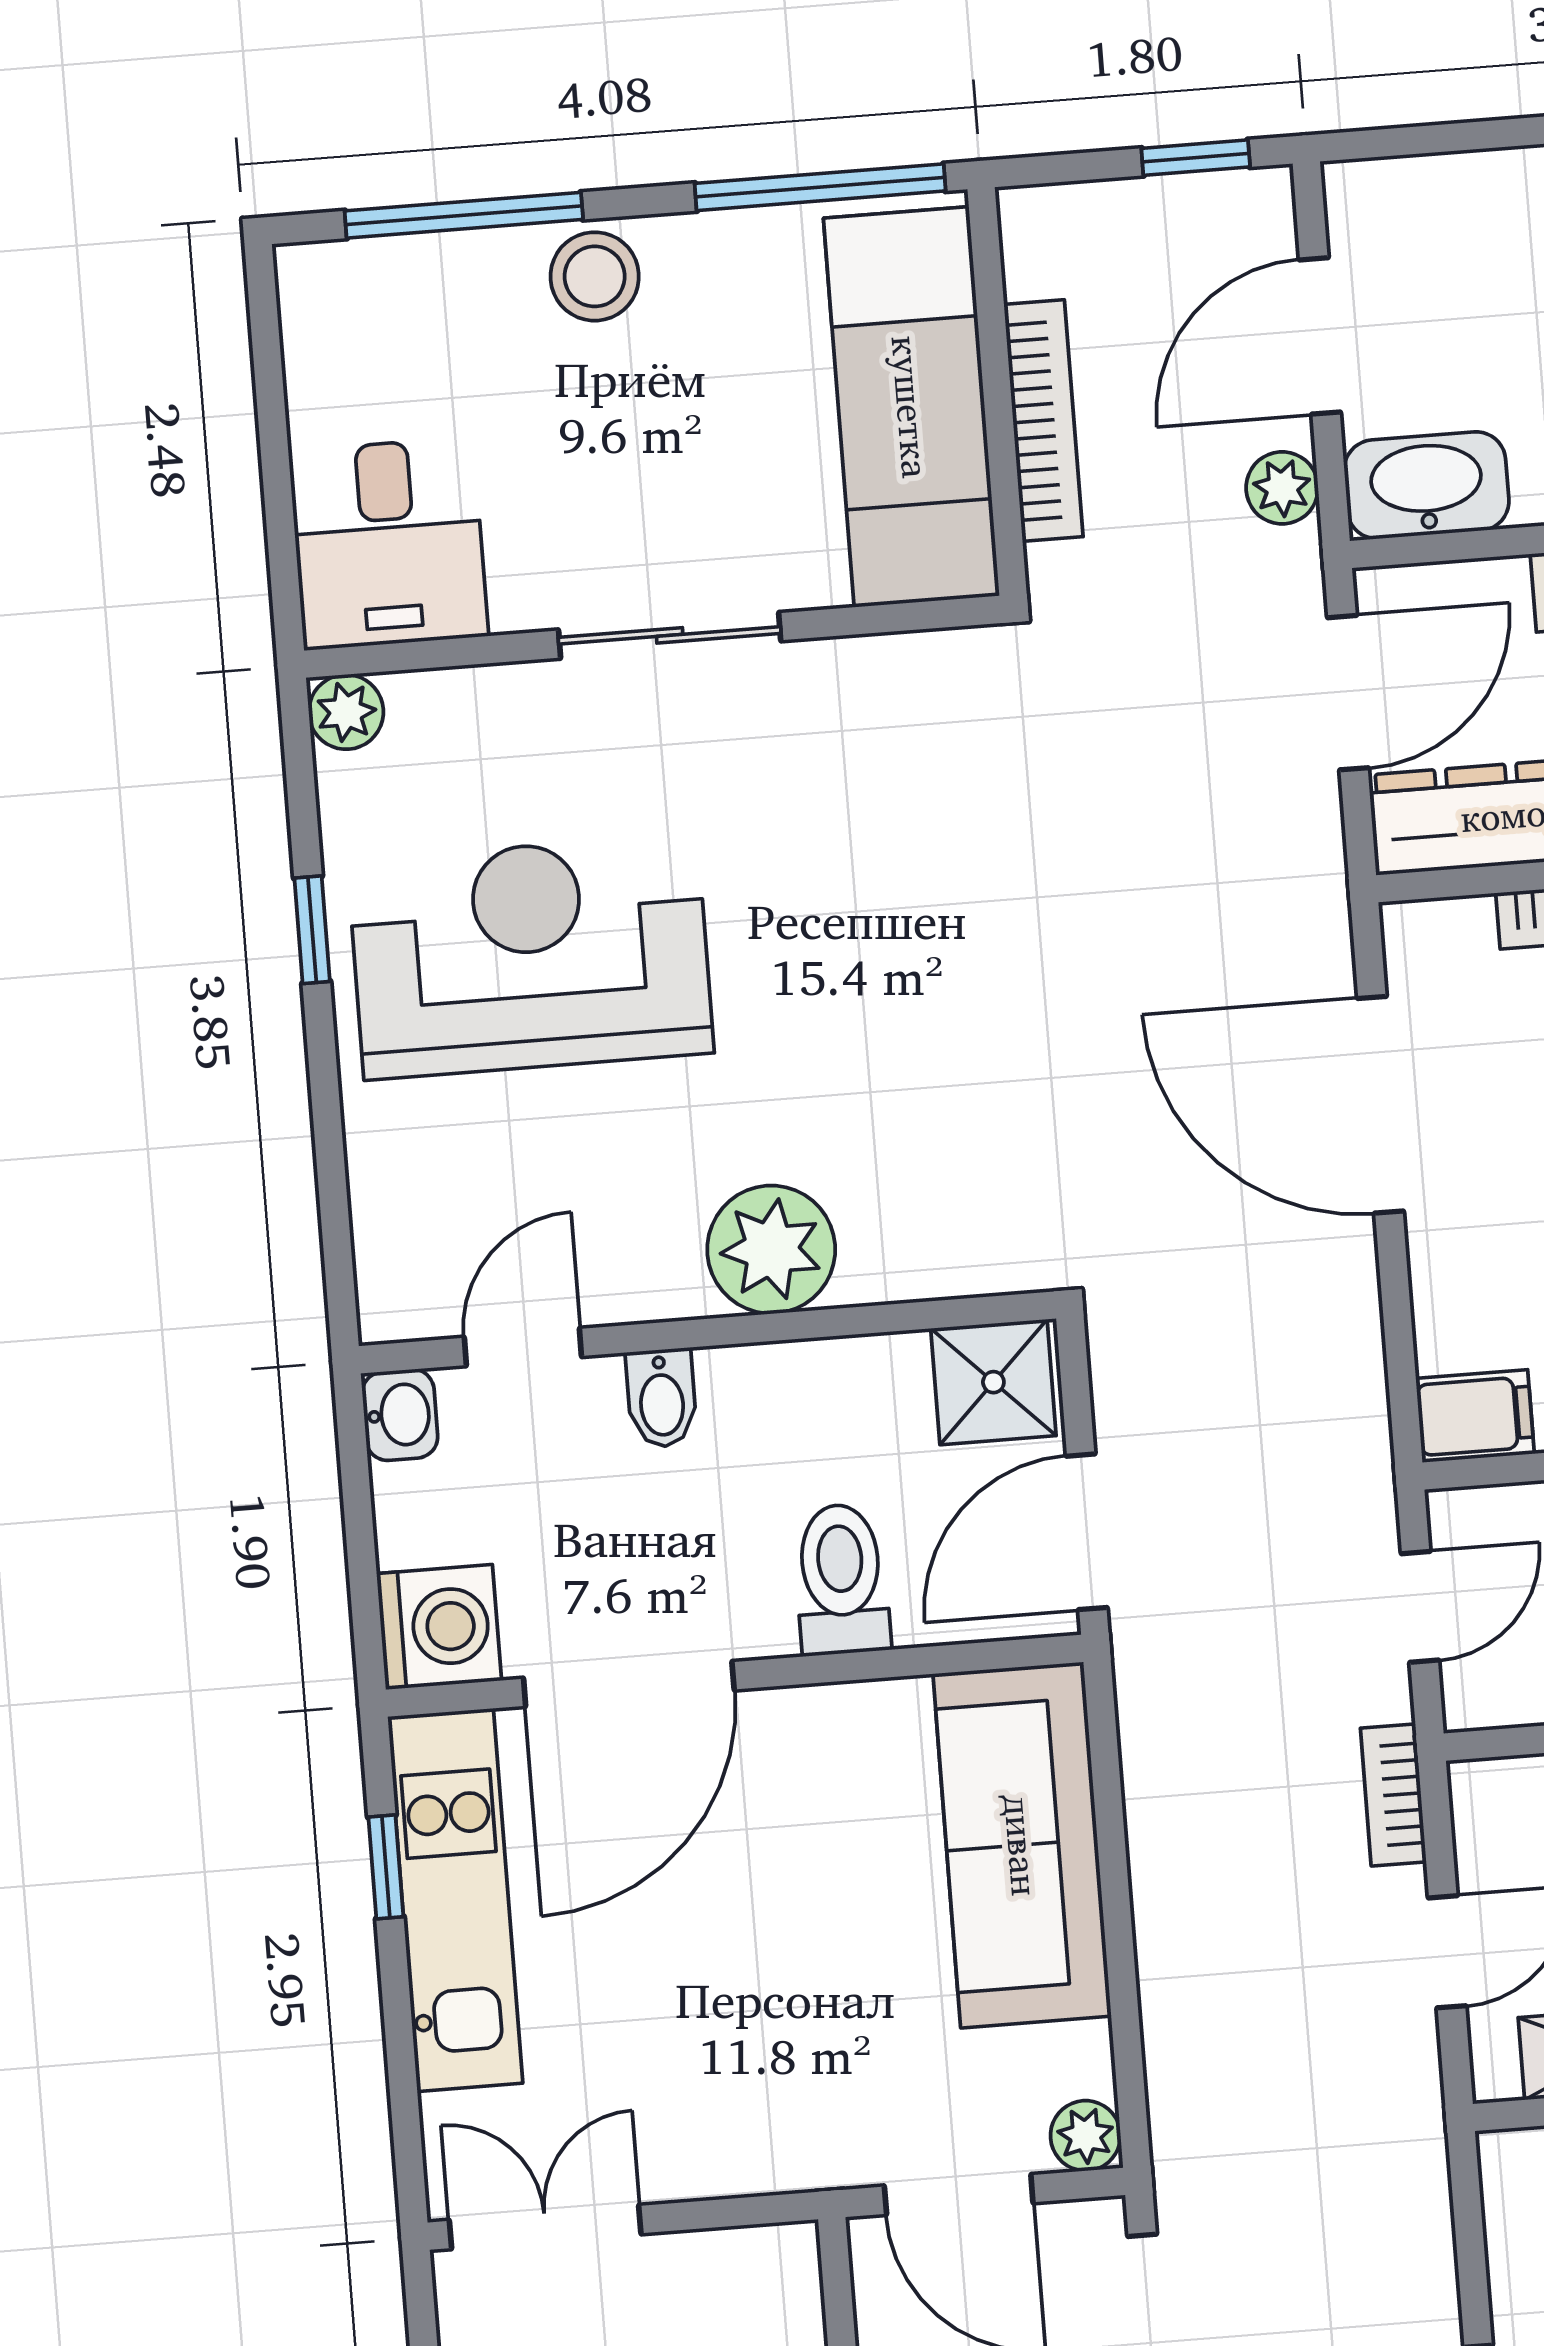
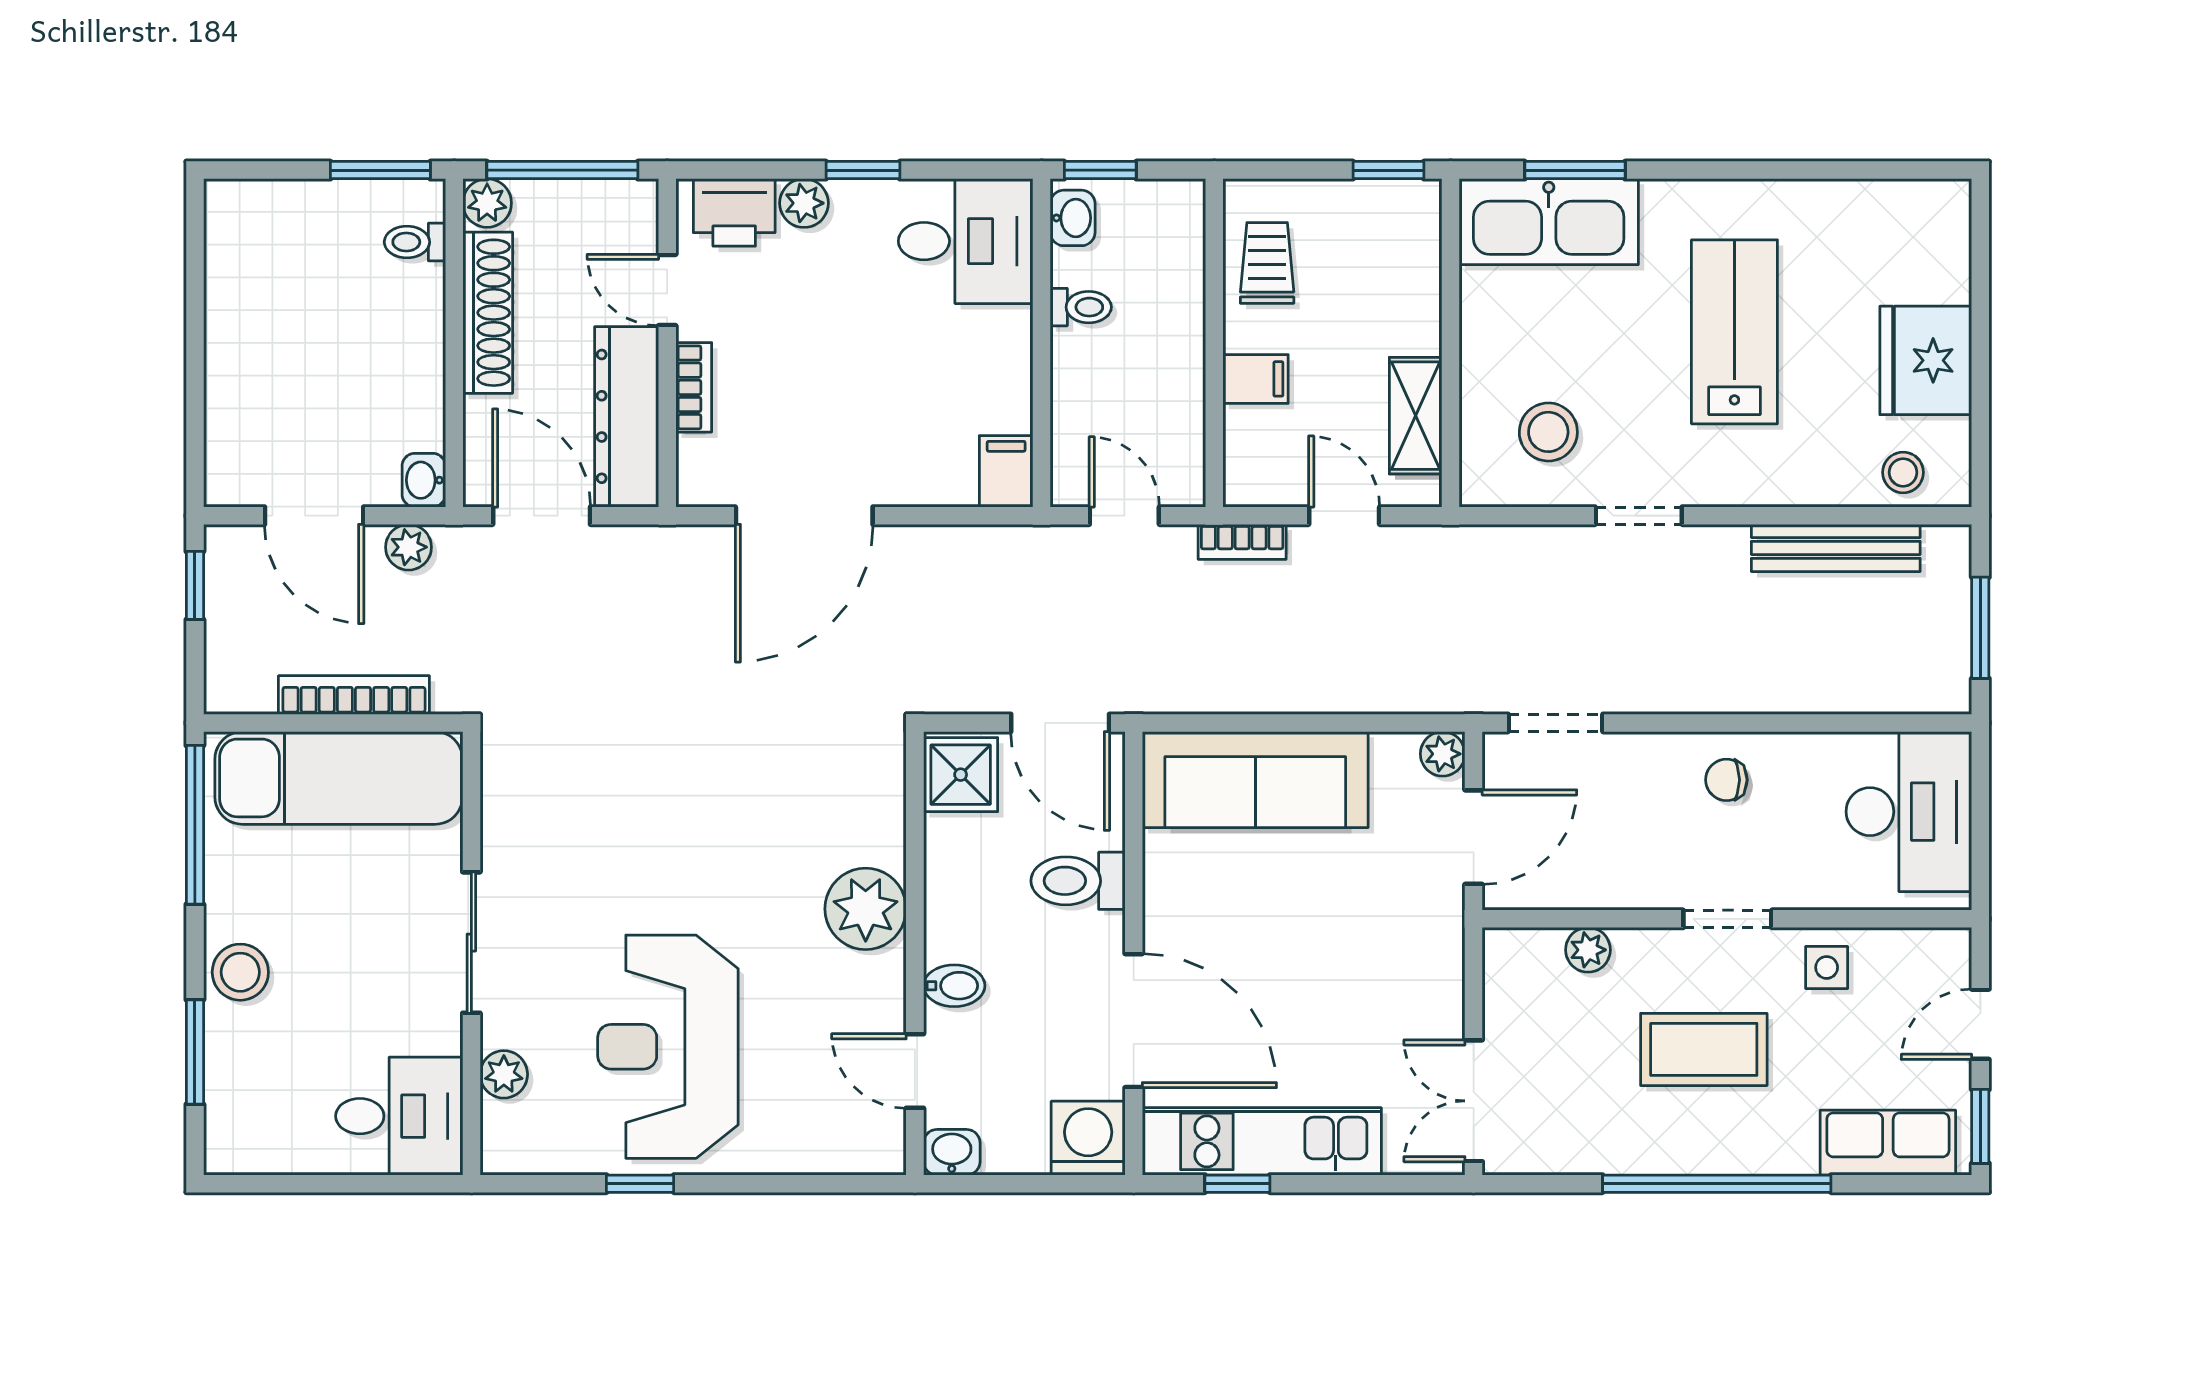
window: (464, 215) -> (195, 1052), width x0.69
washbasin: (1427, 485) -> (424, 480), width x0.52, depth x0.69
plant: (346, 712) -> (504, 1074), moved

